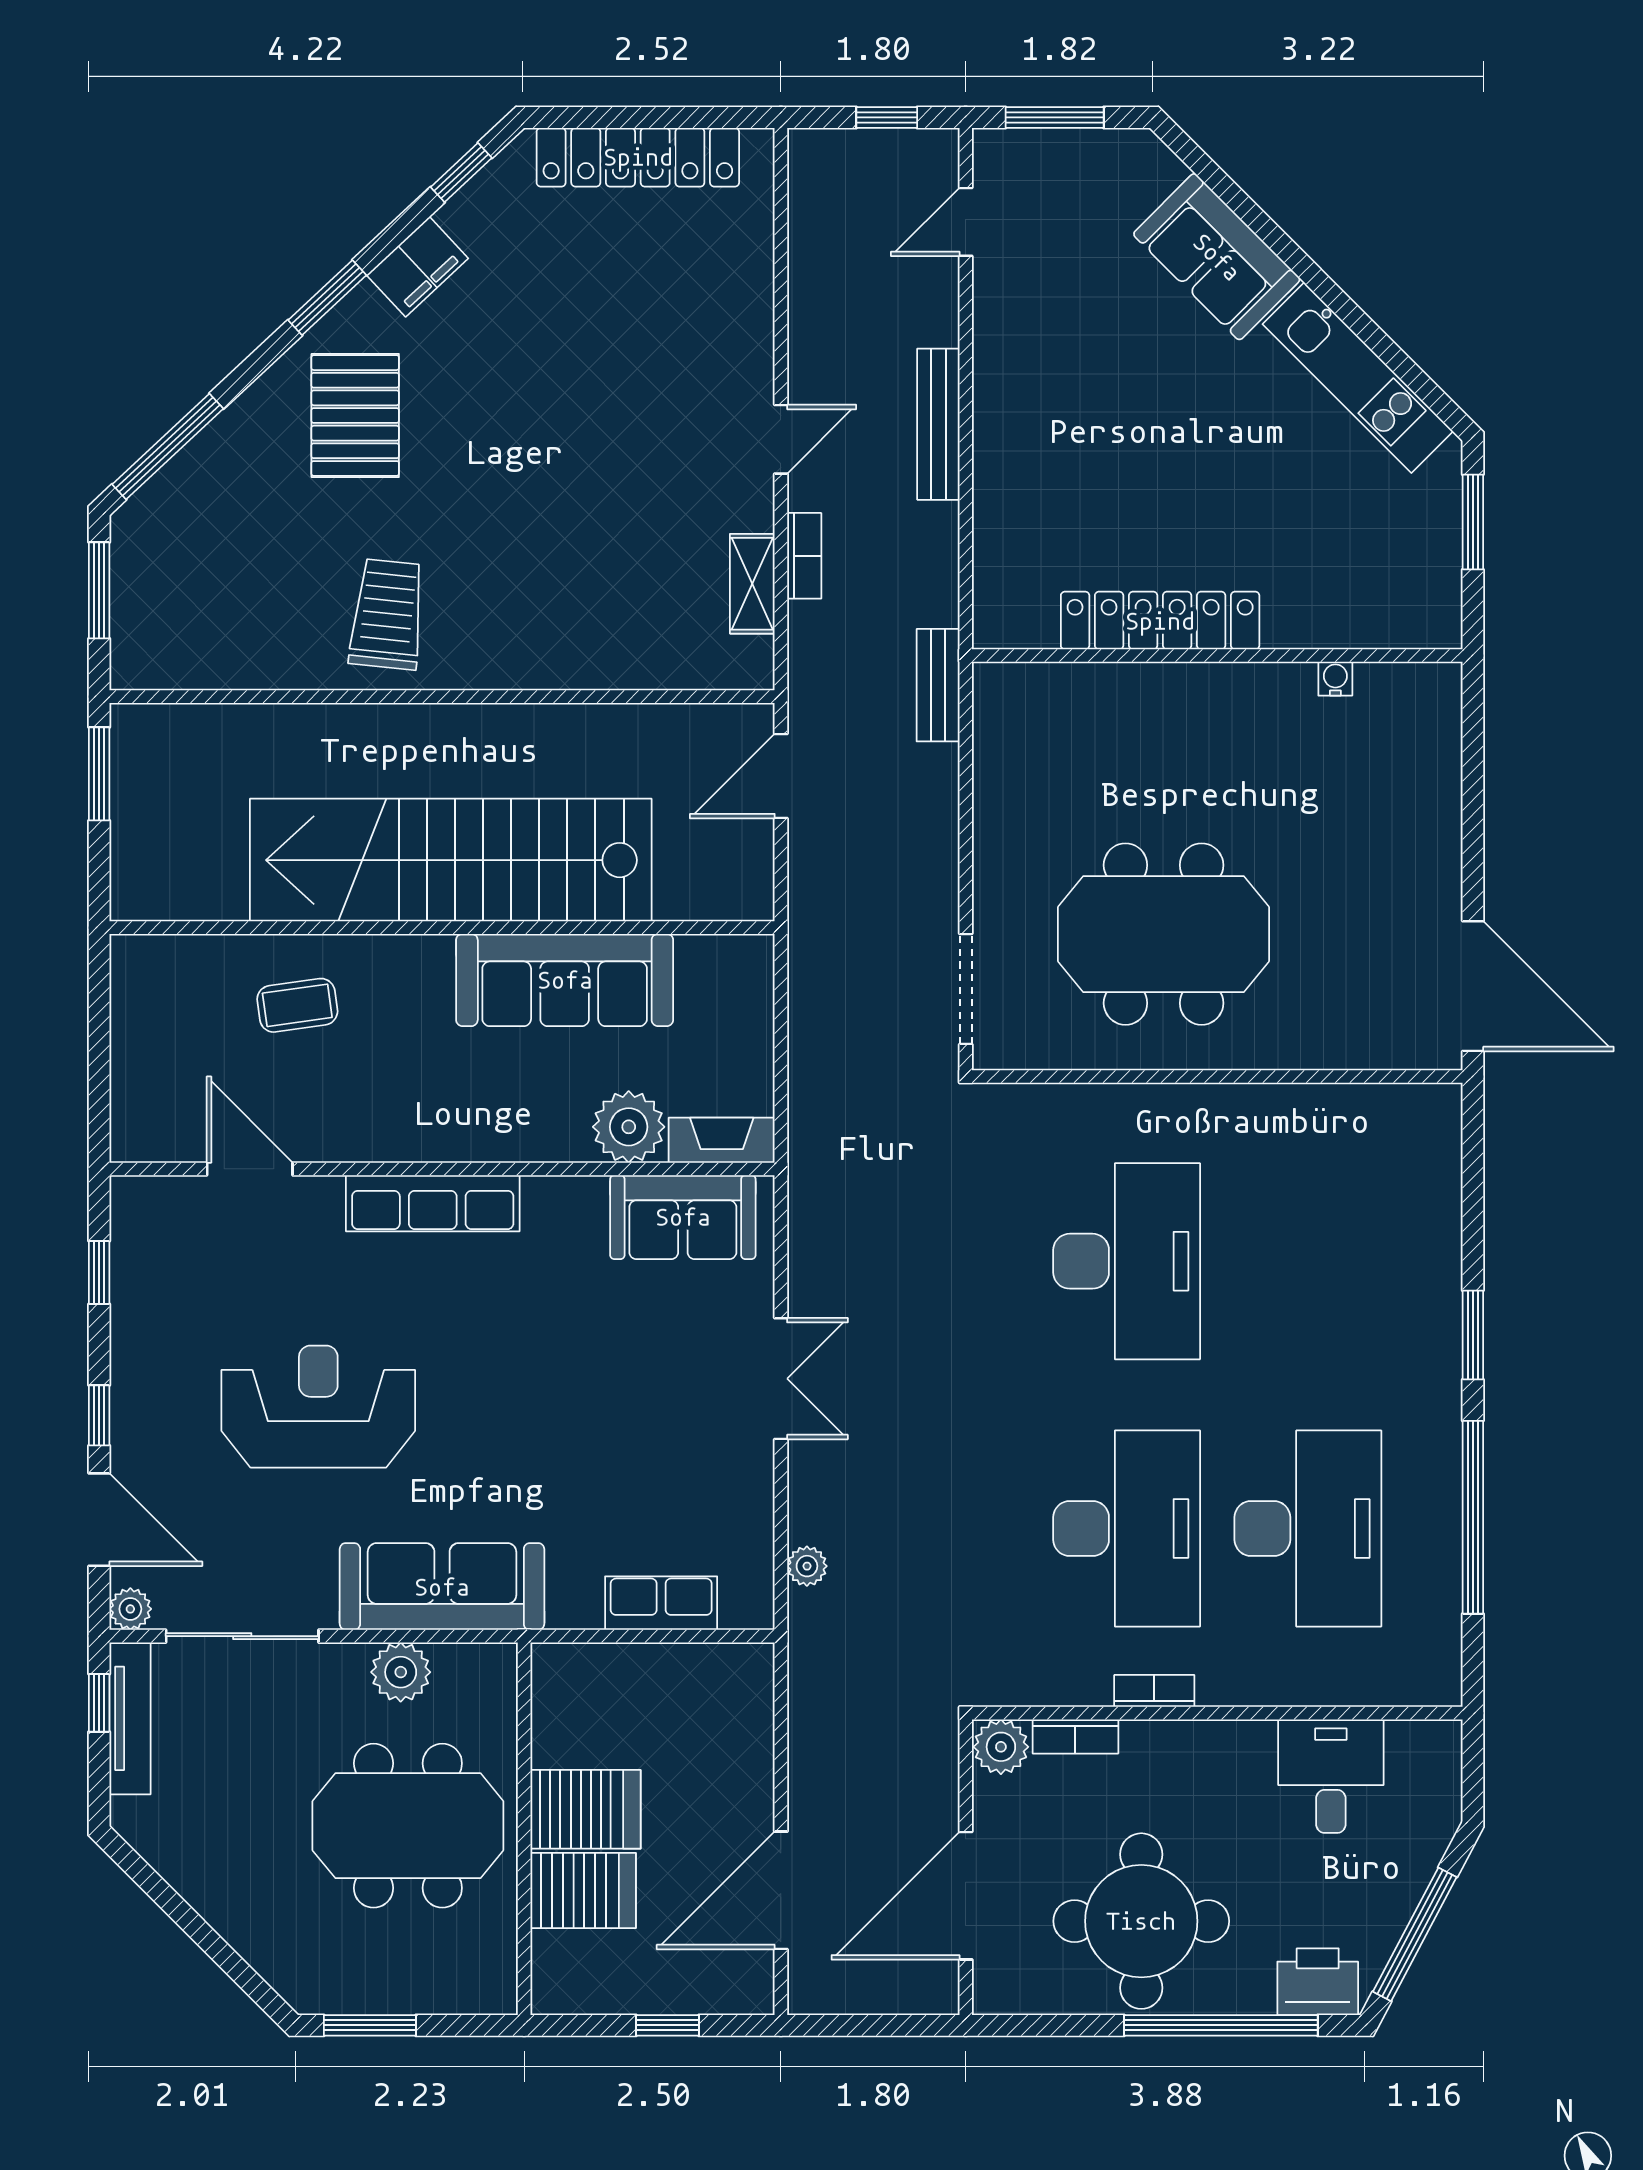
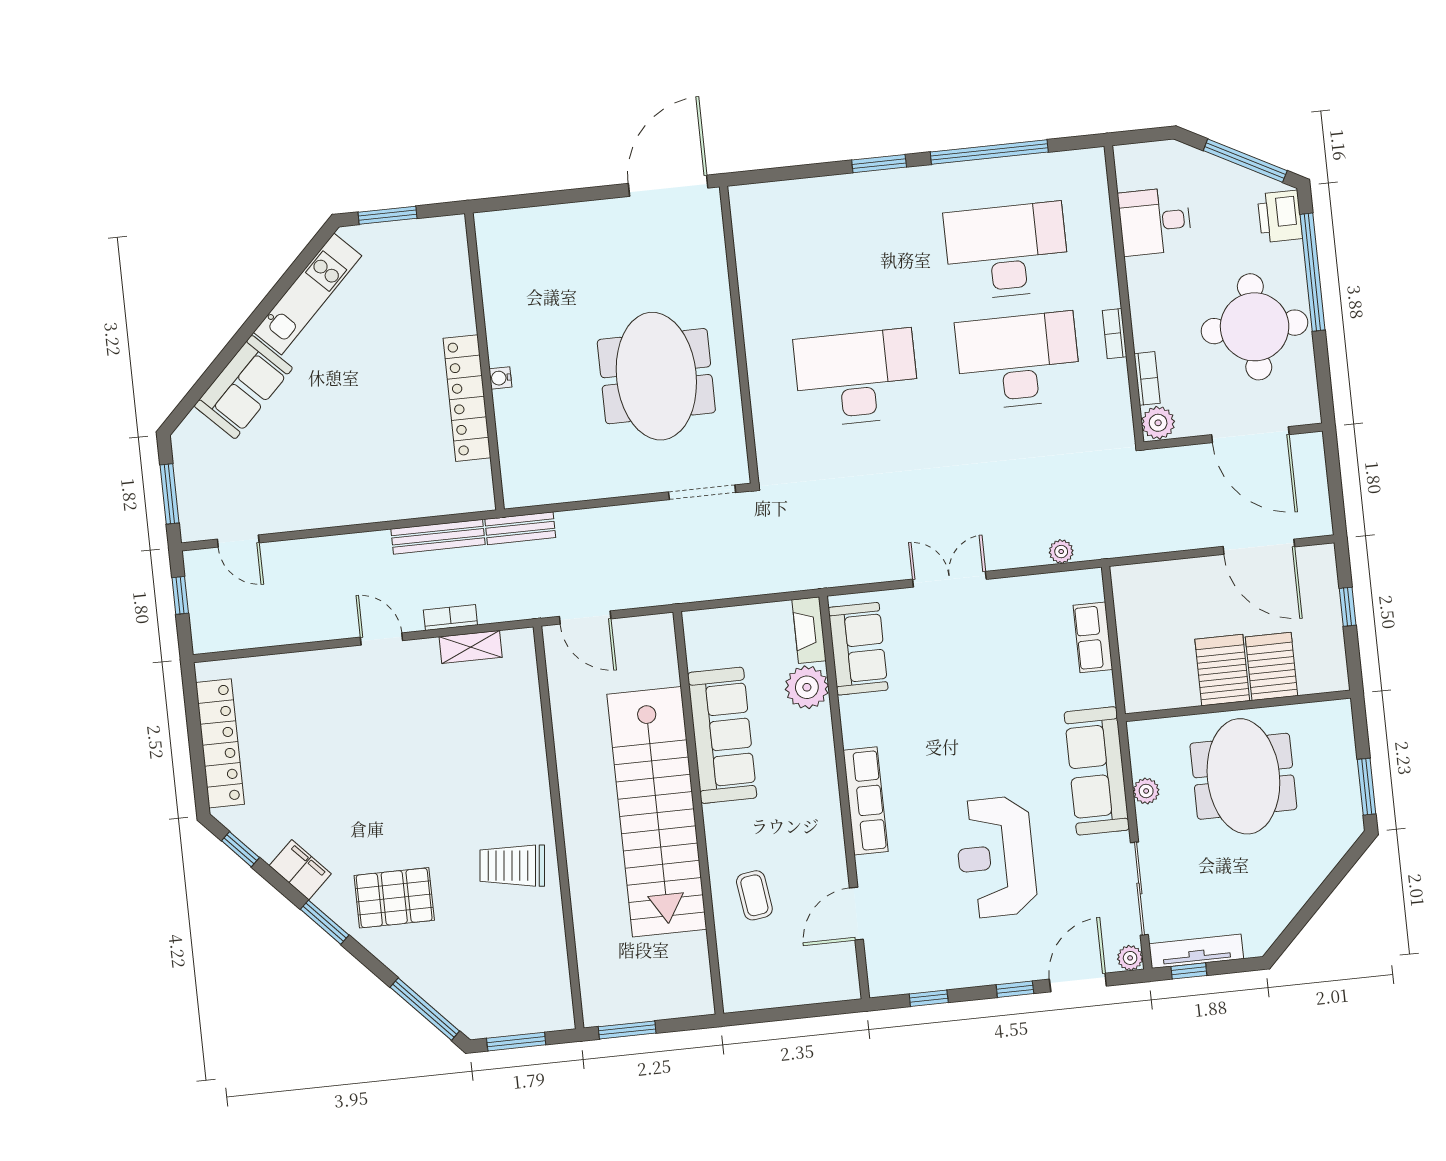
bench: (938, 424) -> (438, 537), moved
water cooler: (1335, 679) -> (500, 378), moved
plant: (401, 1672) -> (1146, 791), width x0.73, depth x0.73

